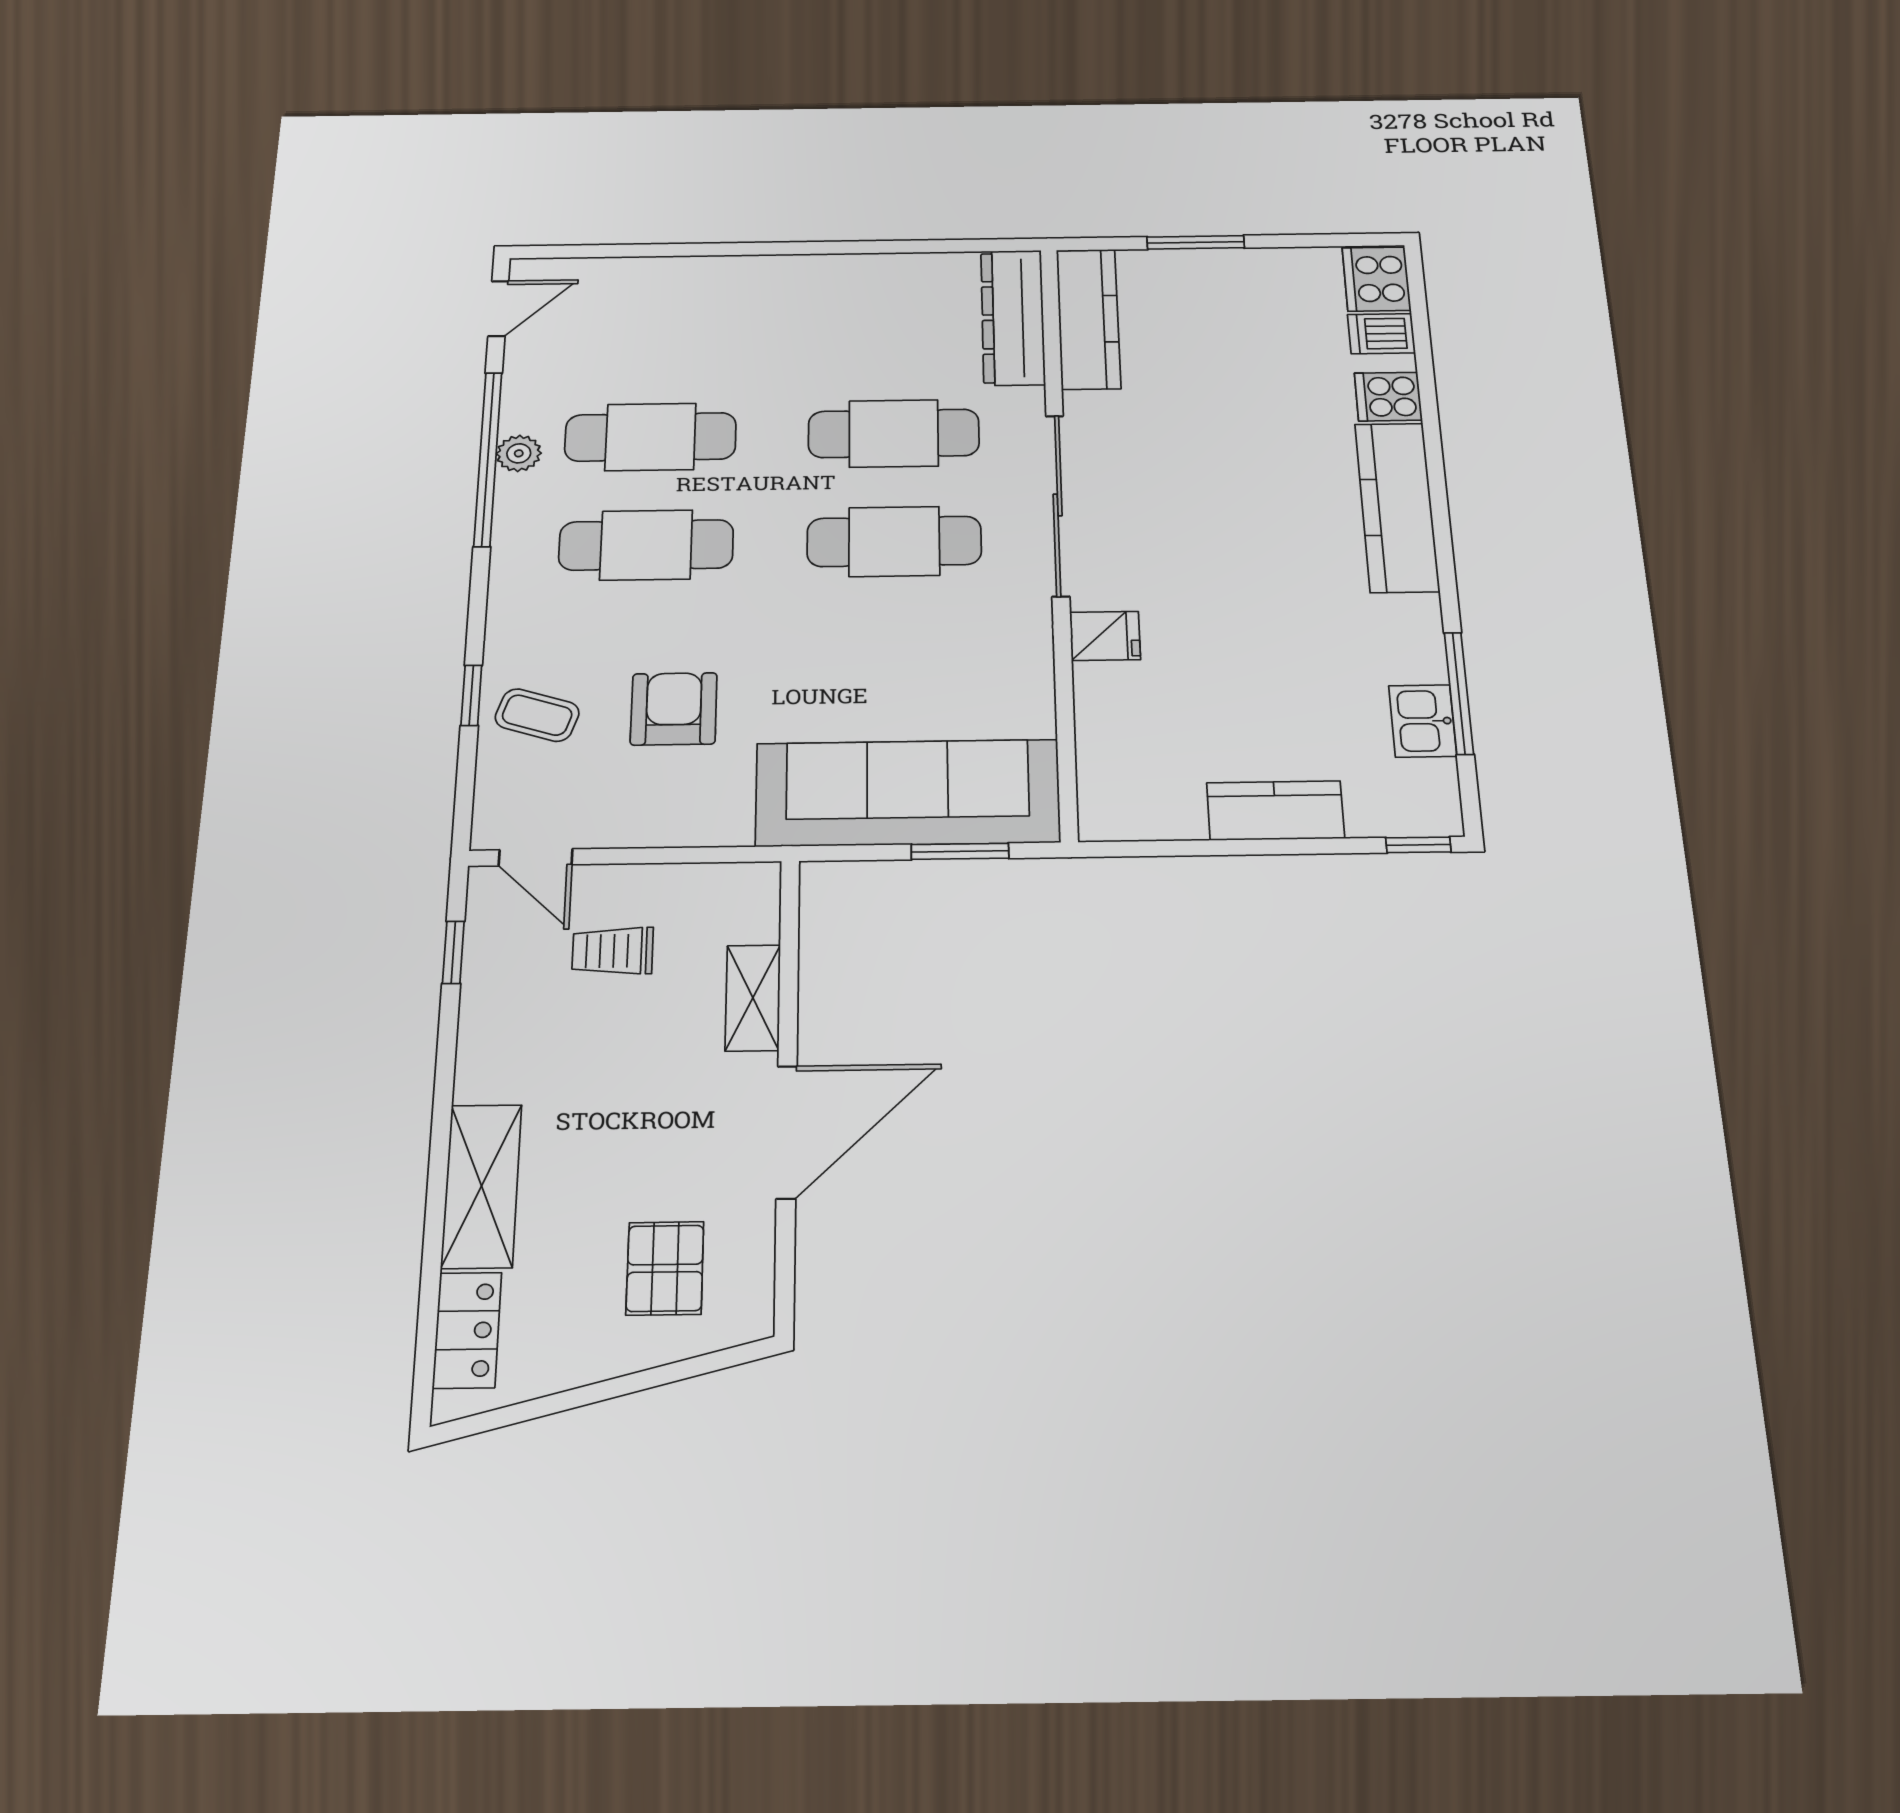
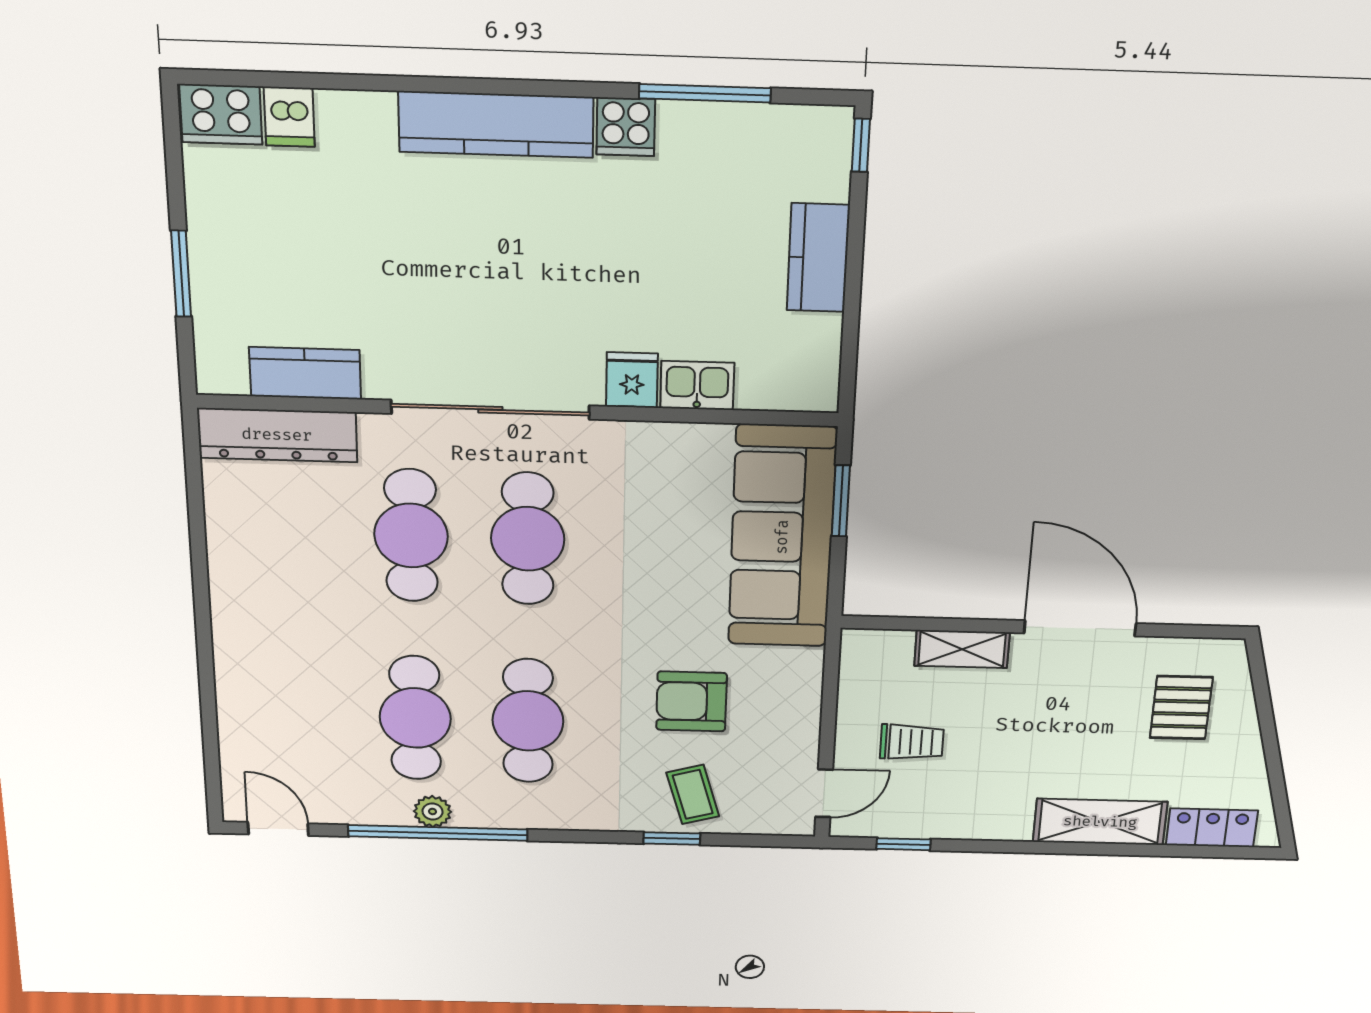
kitchen counter: (1088, 319) -> (305, 373), width x0.67
cooker: (1388, 397) -> (626, 127), moved
coffee table: (537, 715) -> (693, 794), turned -34
kitchen sink: (1423, 721) -> (697, 385), moved, turned 180
trolley: (613, 951) -> (912, 742), turned -90
pallet: (665, 1268) -> (1181, 708), turned 90

